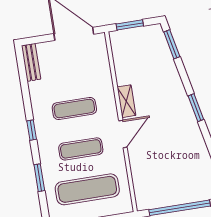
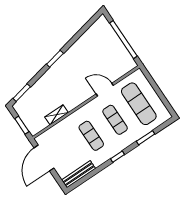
bench: (31, 62) -> (78, 174), width x1.36
shelving: (126, 101) -> (56, 115), moved
door: (123, 134) -> (105, 90), moved

